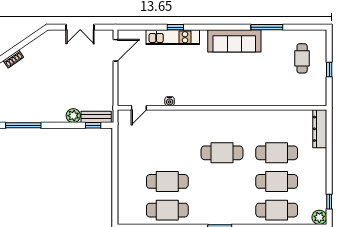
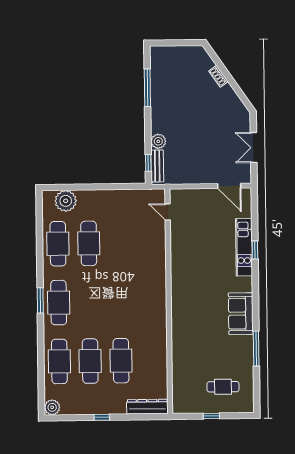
sofa: (234, 41) -> (241, 314), width x0.73
water cooler: (170, 101) -> (175, 245), removed
cafe table: (222, 153) -> (59, 303), moved
plant: (128, 202) -> (66, 201), added
window: (329, 202) -> (102, 417), moved

